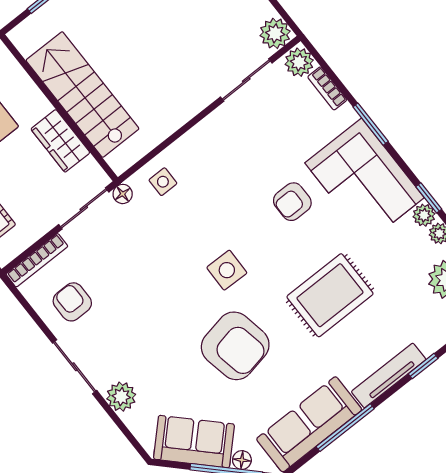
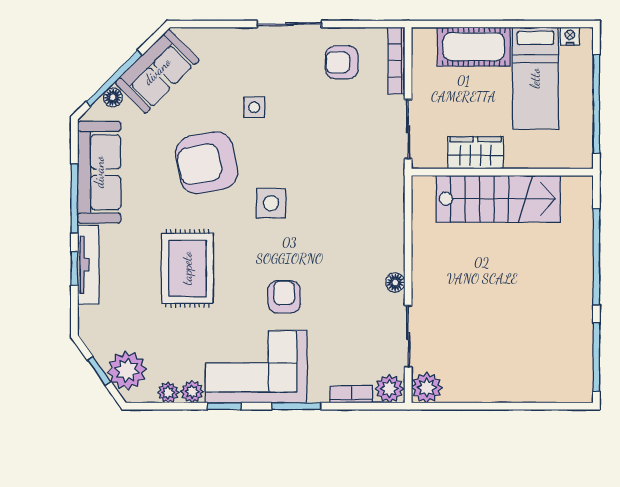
side table: (163, 182) -> (254, 107), moved
floor lamp: (123, 194) -> (395, 282), moved
window: (429, 198) -> (224, 406), moved
armchair: (72, 302) -> (342, 62), turned 180
window: (423, 366) -> (74, 268), moved
plant: (121, 397) -> (237, 42), removed

